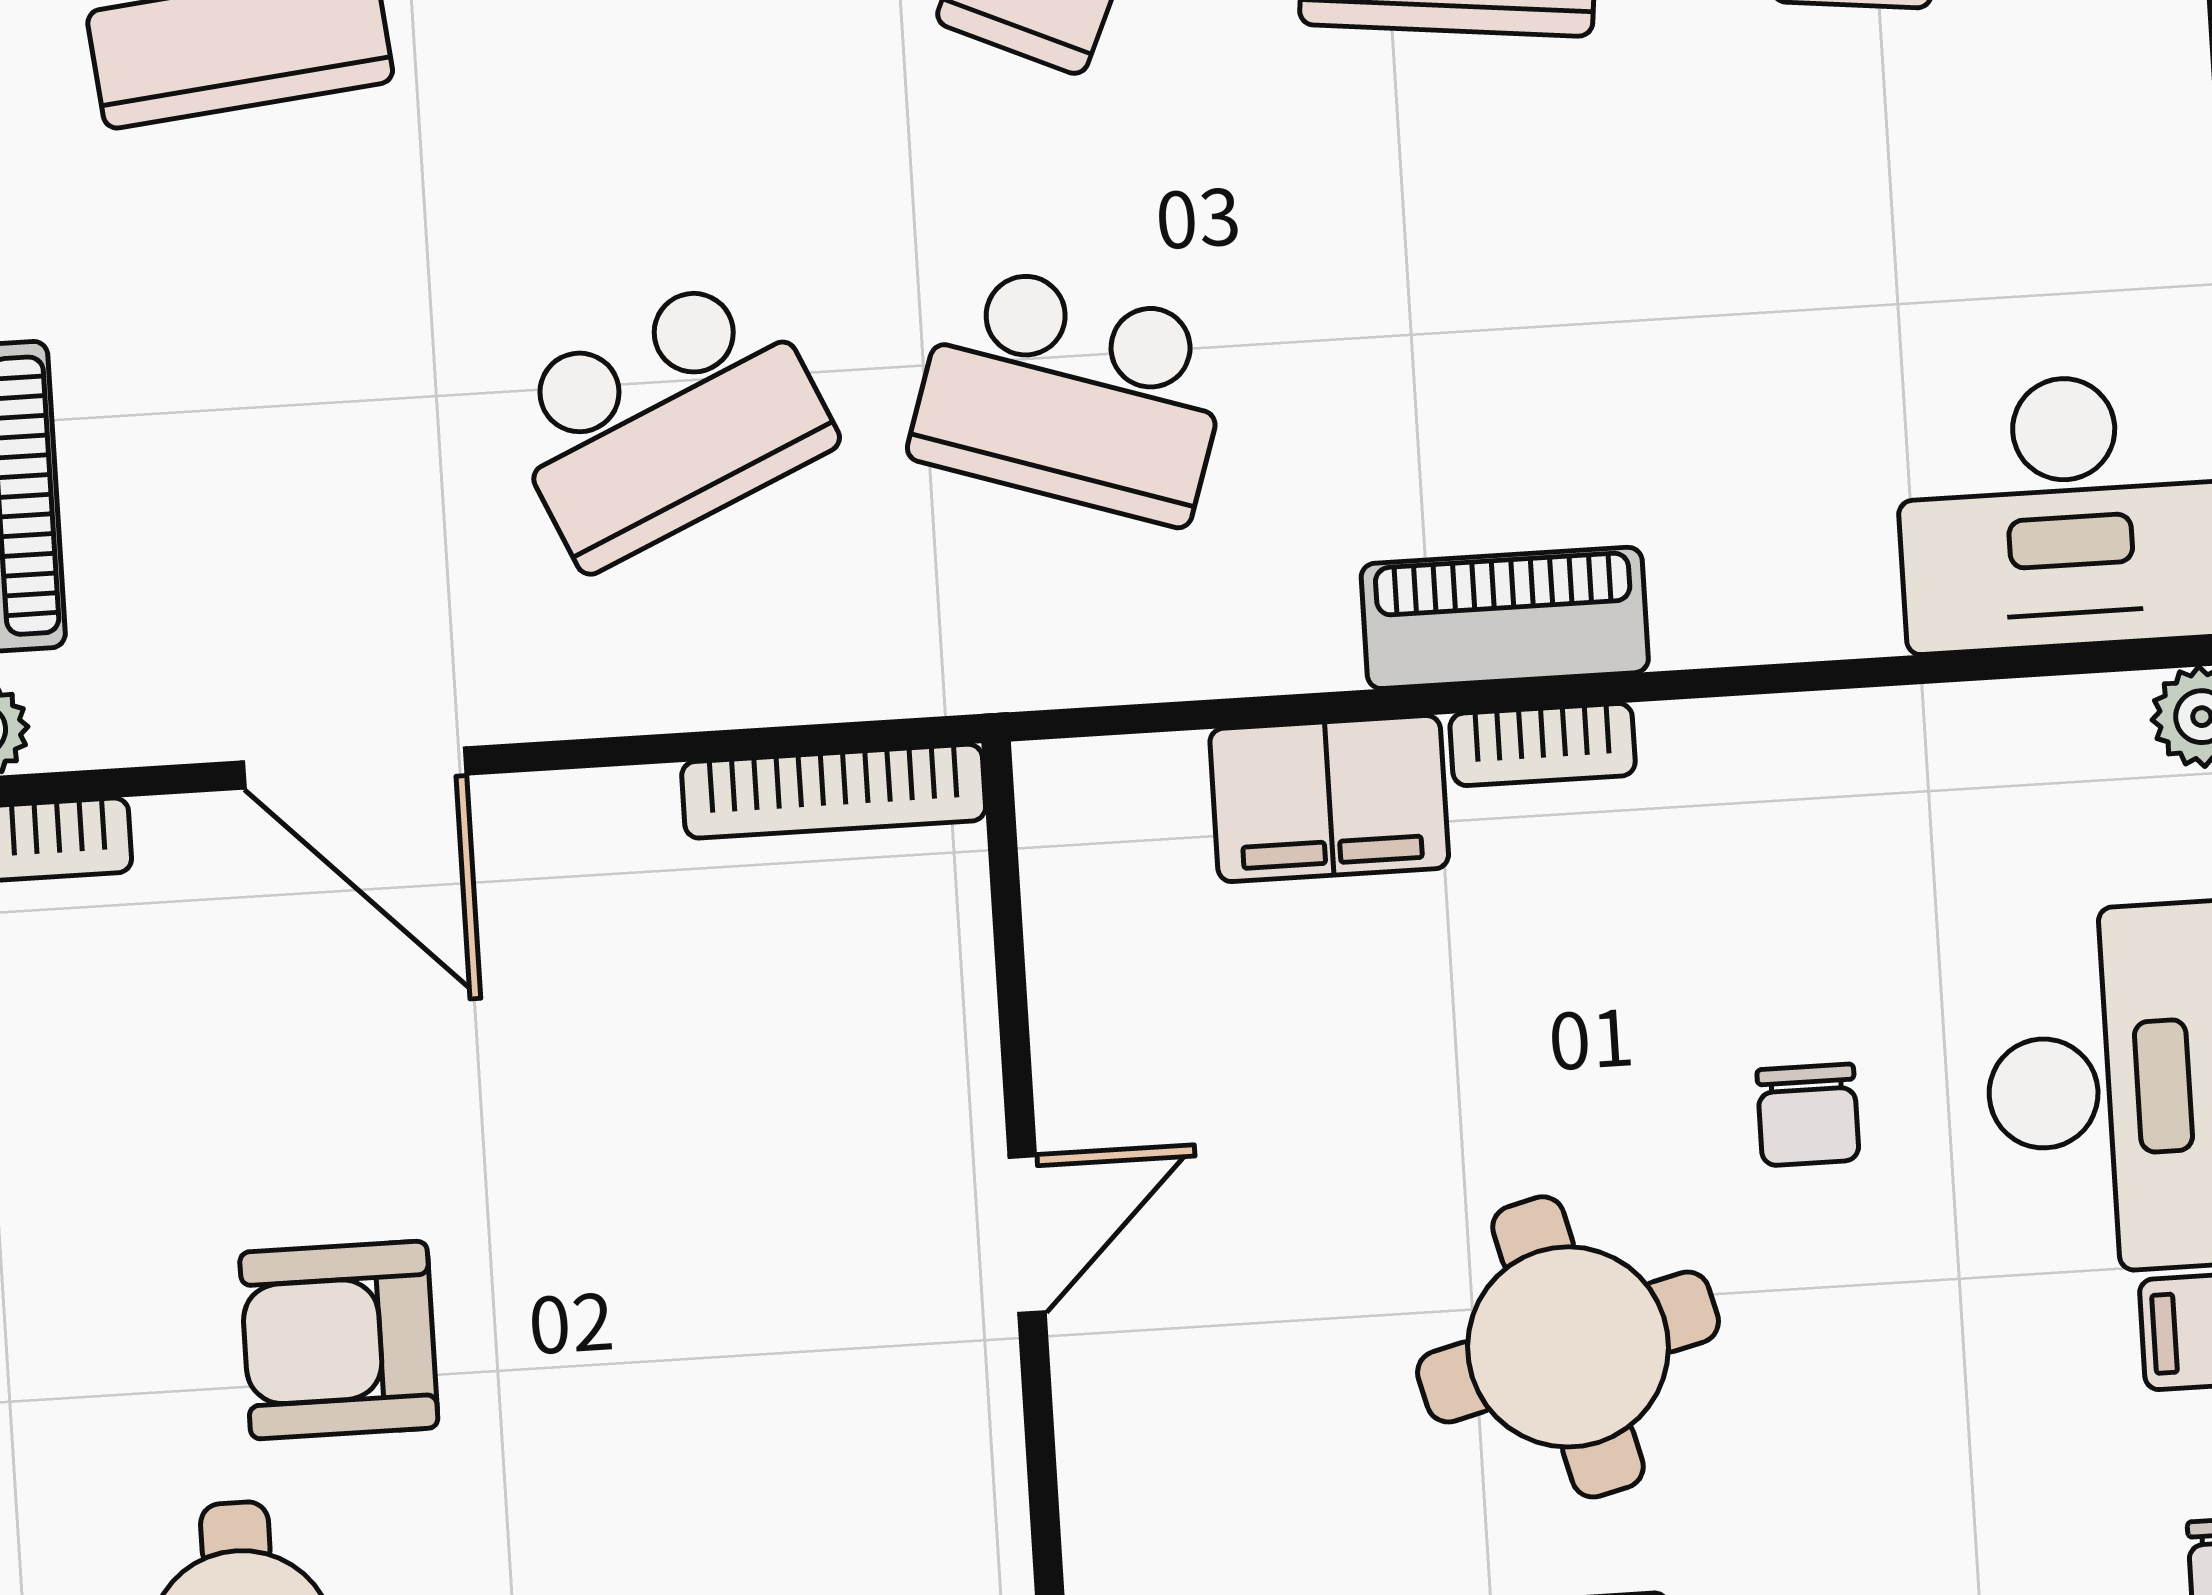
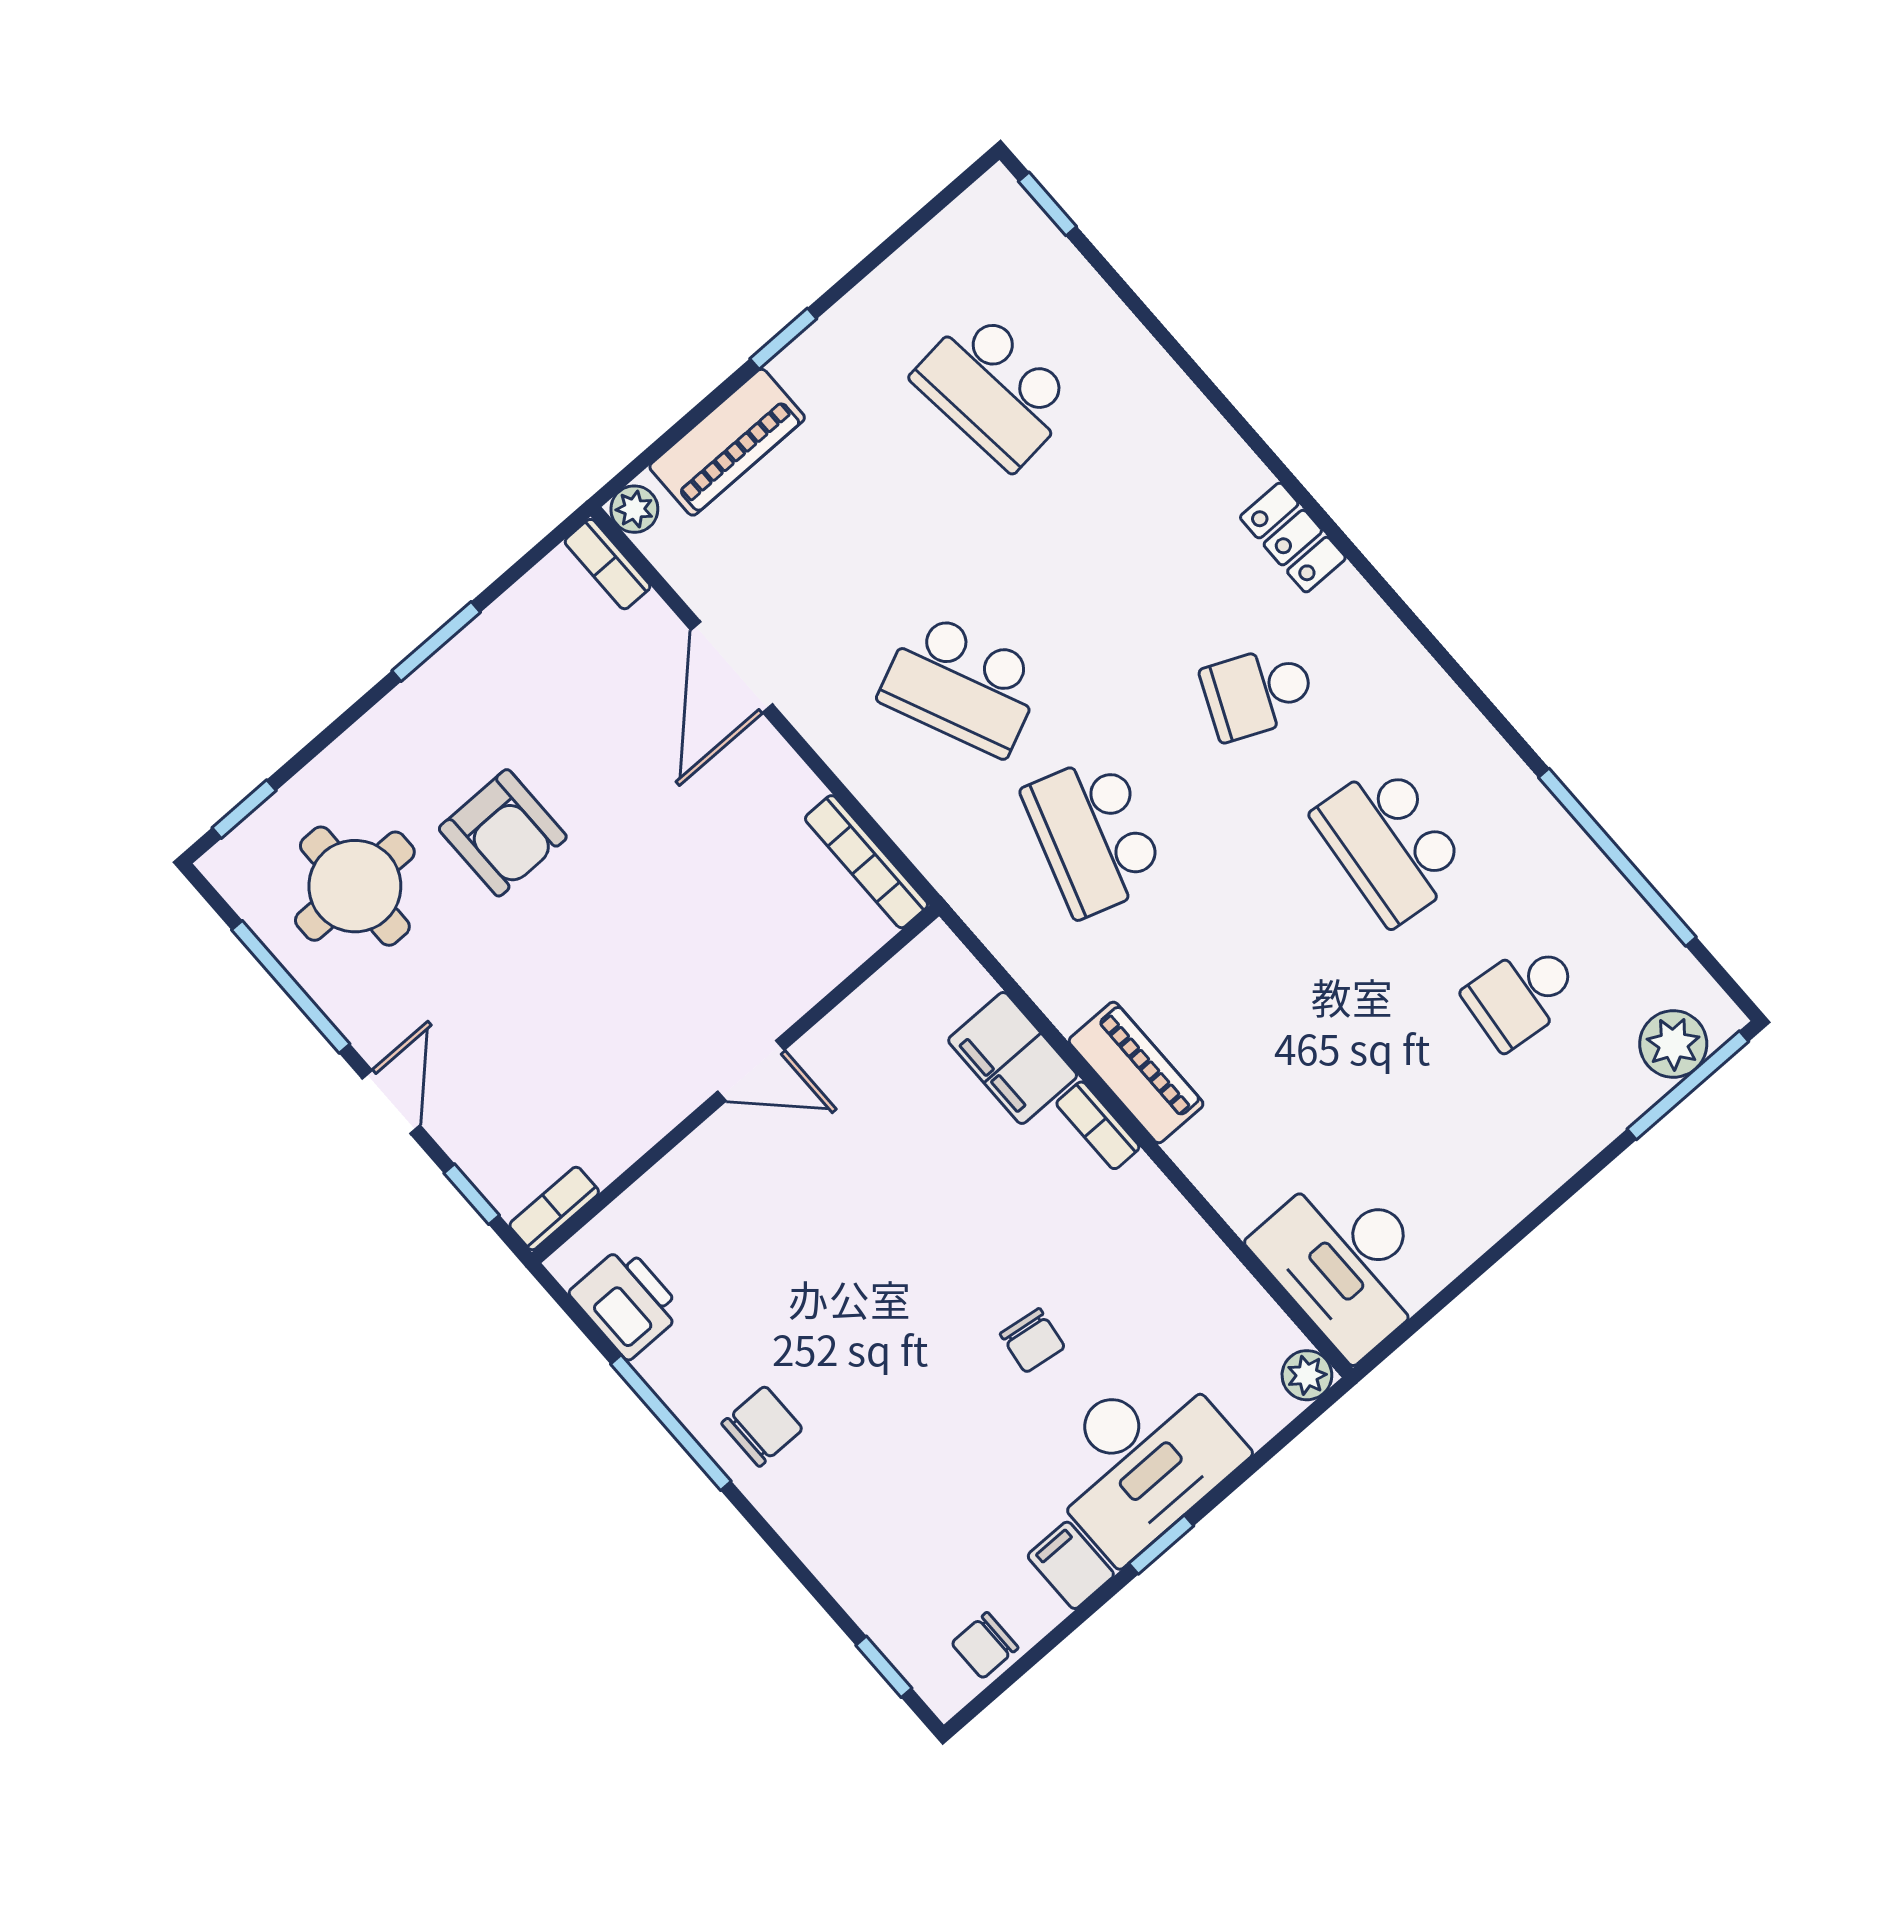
chair: (1808, 1115) -> (1033, 1341), turned -82
armchair: (339, 1340) -> (503, 833), turned 180
round table: (1568, 1347) -> (870, 1316), removed

